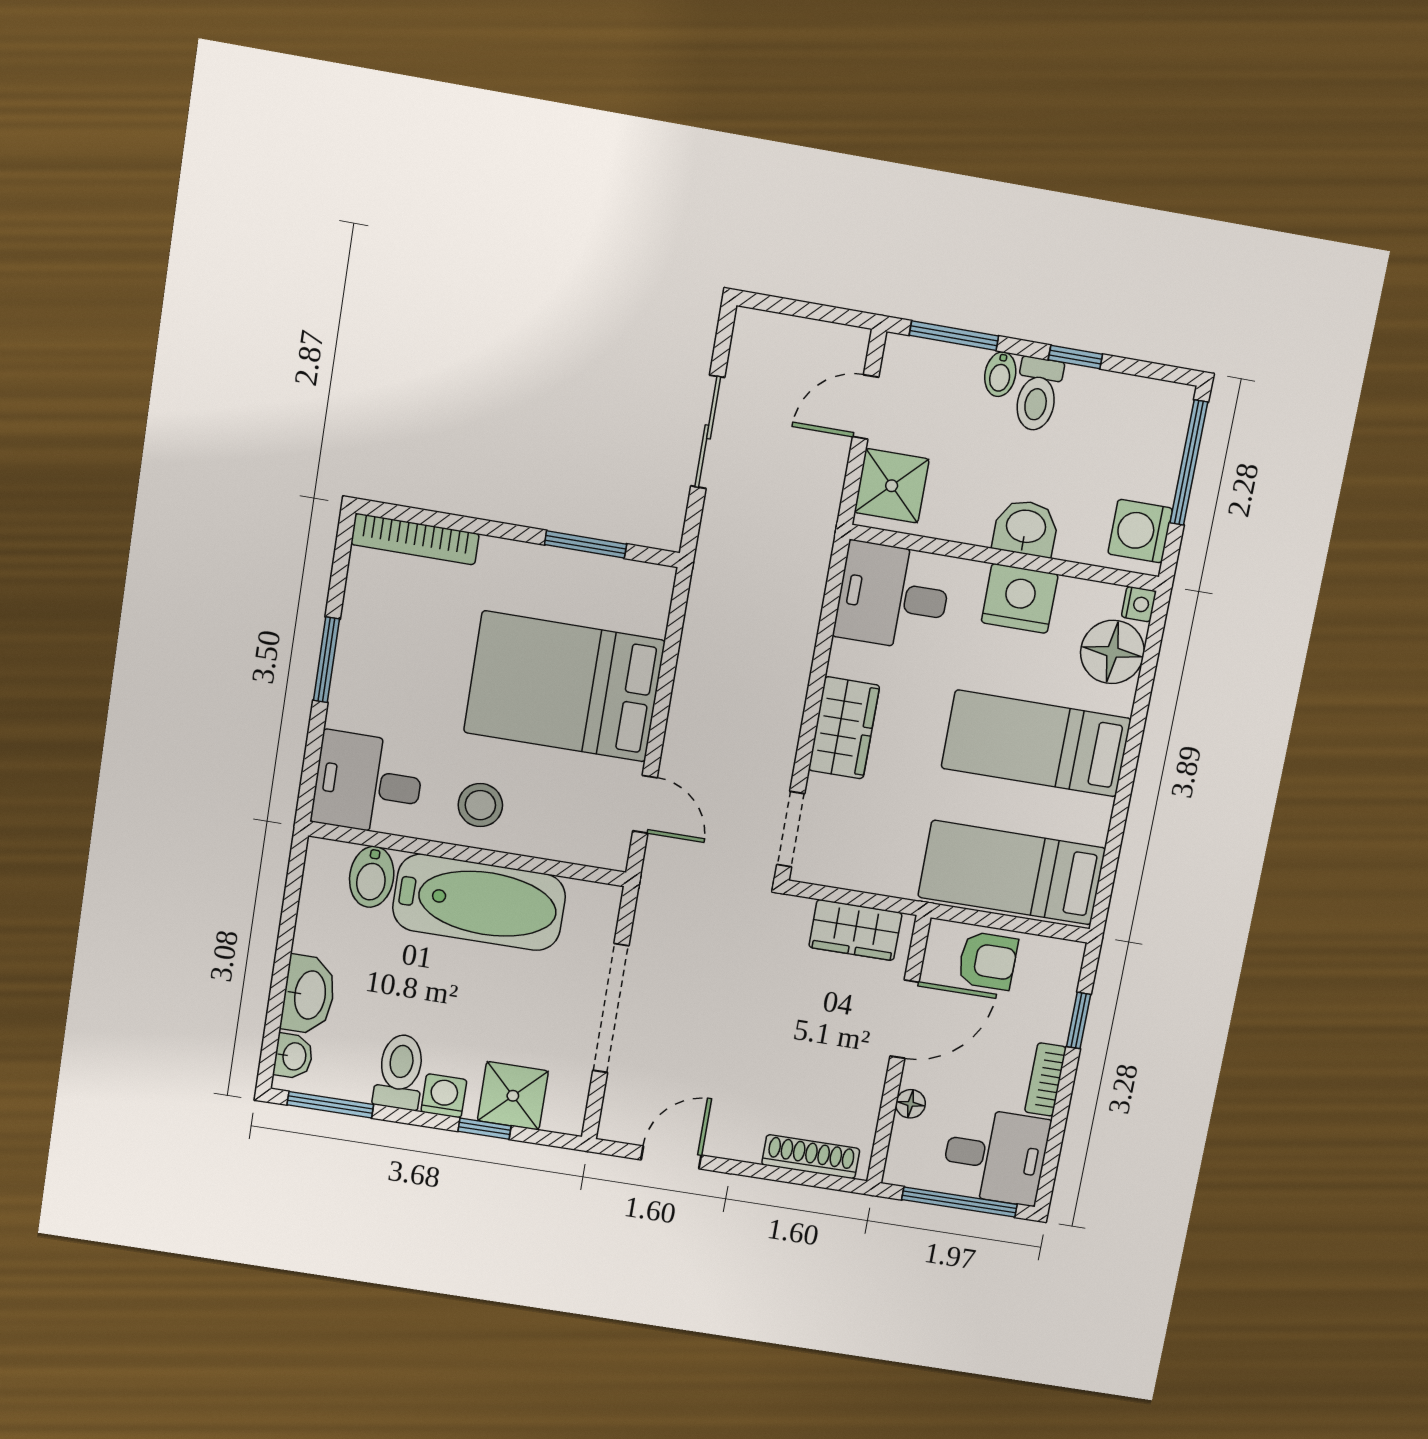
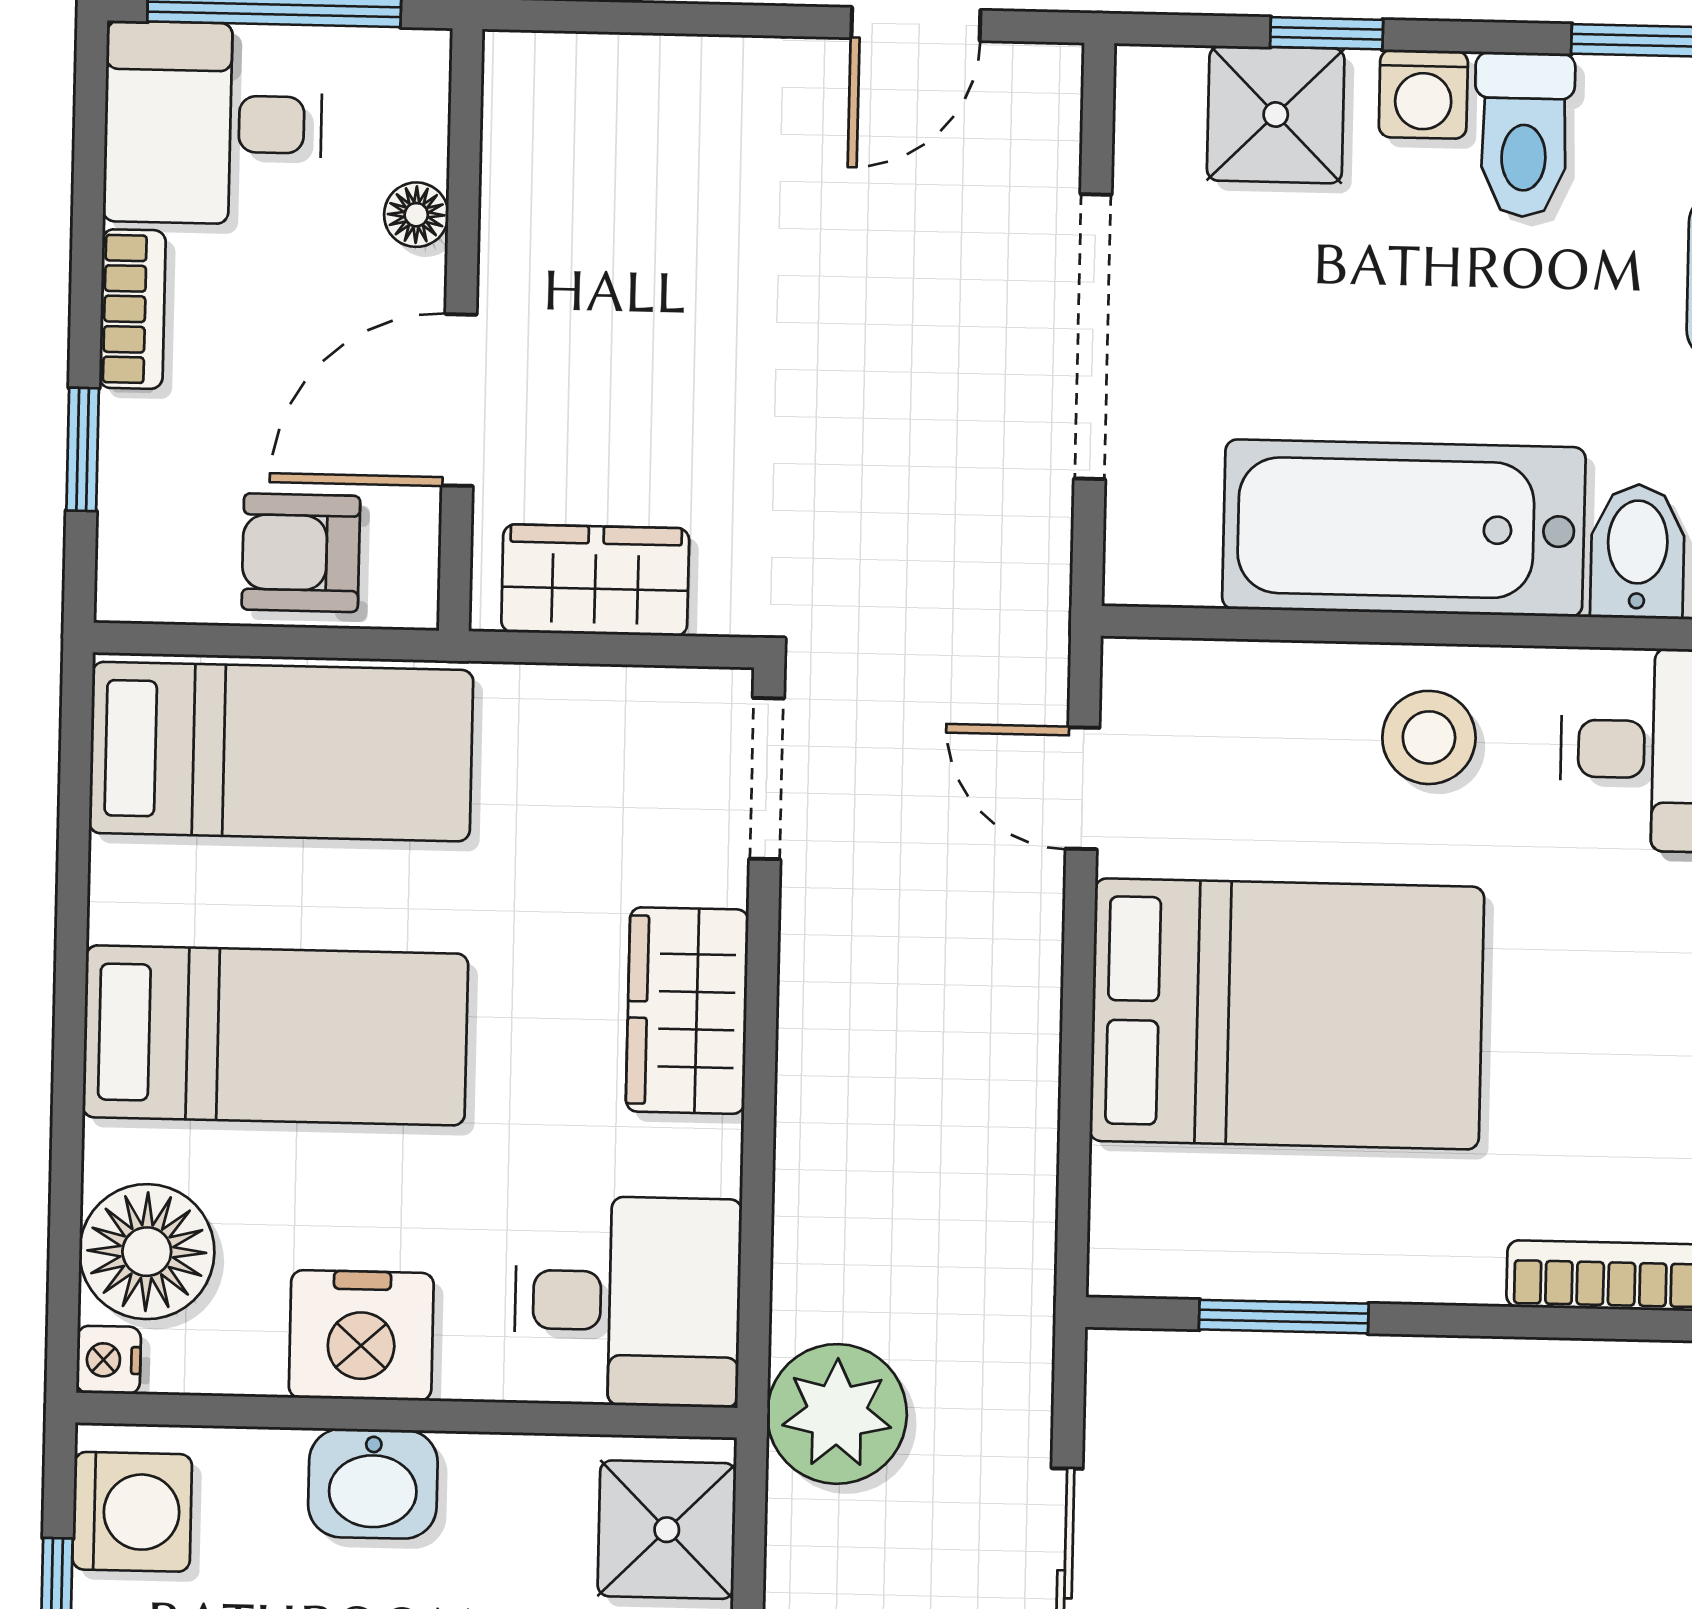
plant: (803, 529) -> (837, 1414), added
shoe rack: (811, 1157) -> (614, 67), removed

